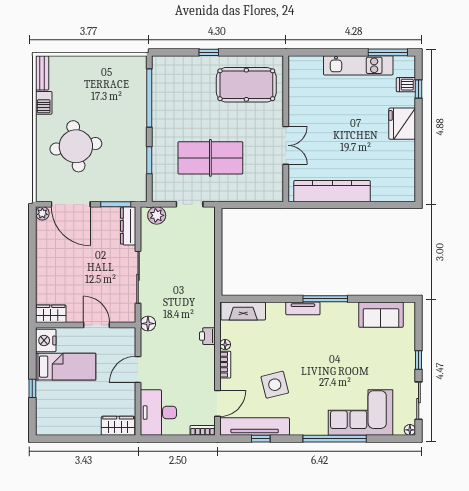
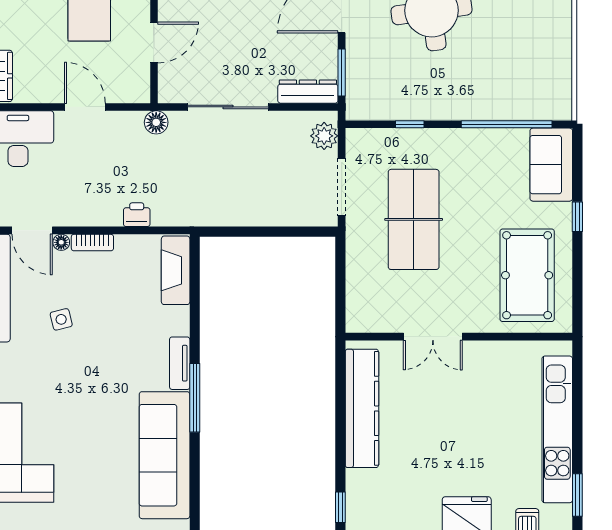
window: (388, 52) -> (577, 495), width x0.69
kitchen unit: (358, 65) -> (557, 429), width x1.36
sofa: (175, 69) -> (551, 165), added
window: (149, 160) -> (410, 124), width x0.67
doorway: (190, 204) -> (342, 187), width x1.38
window: (396, 205) -> (340, 507), added
sofa: (381, 315) -> (165, 455), width x1.85, depth x1.27
floor lamp: (225, 345) -> (61, 242), moved
side table: (275, 385) -> (61, 319), width x0.54, depth x0.54

